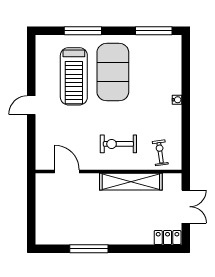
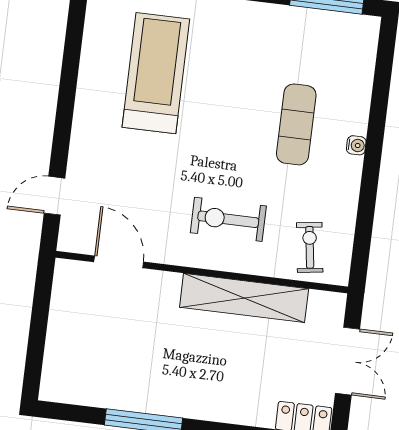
exercise mat: (113, 72) -> (296, 124), moved, width x0.50, depth x0.69
treadmill: (74, 76) -> (156, 73), turned 180
door: (31, 105) -> (54, 196), moved

